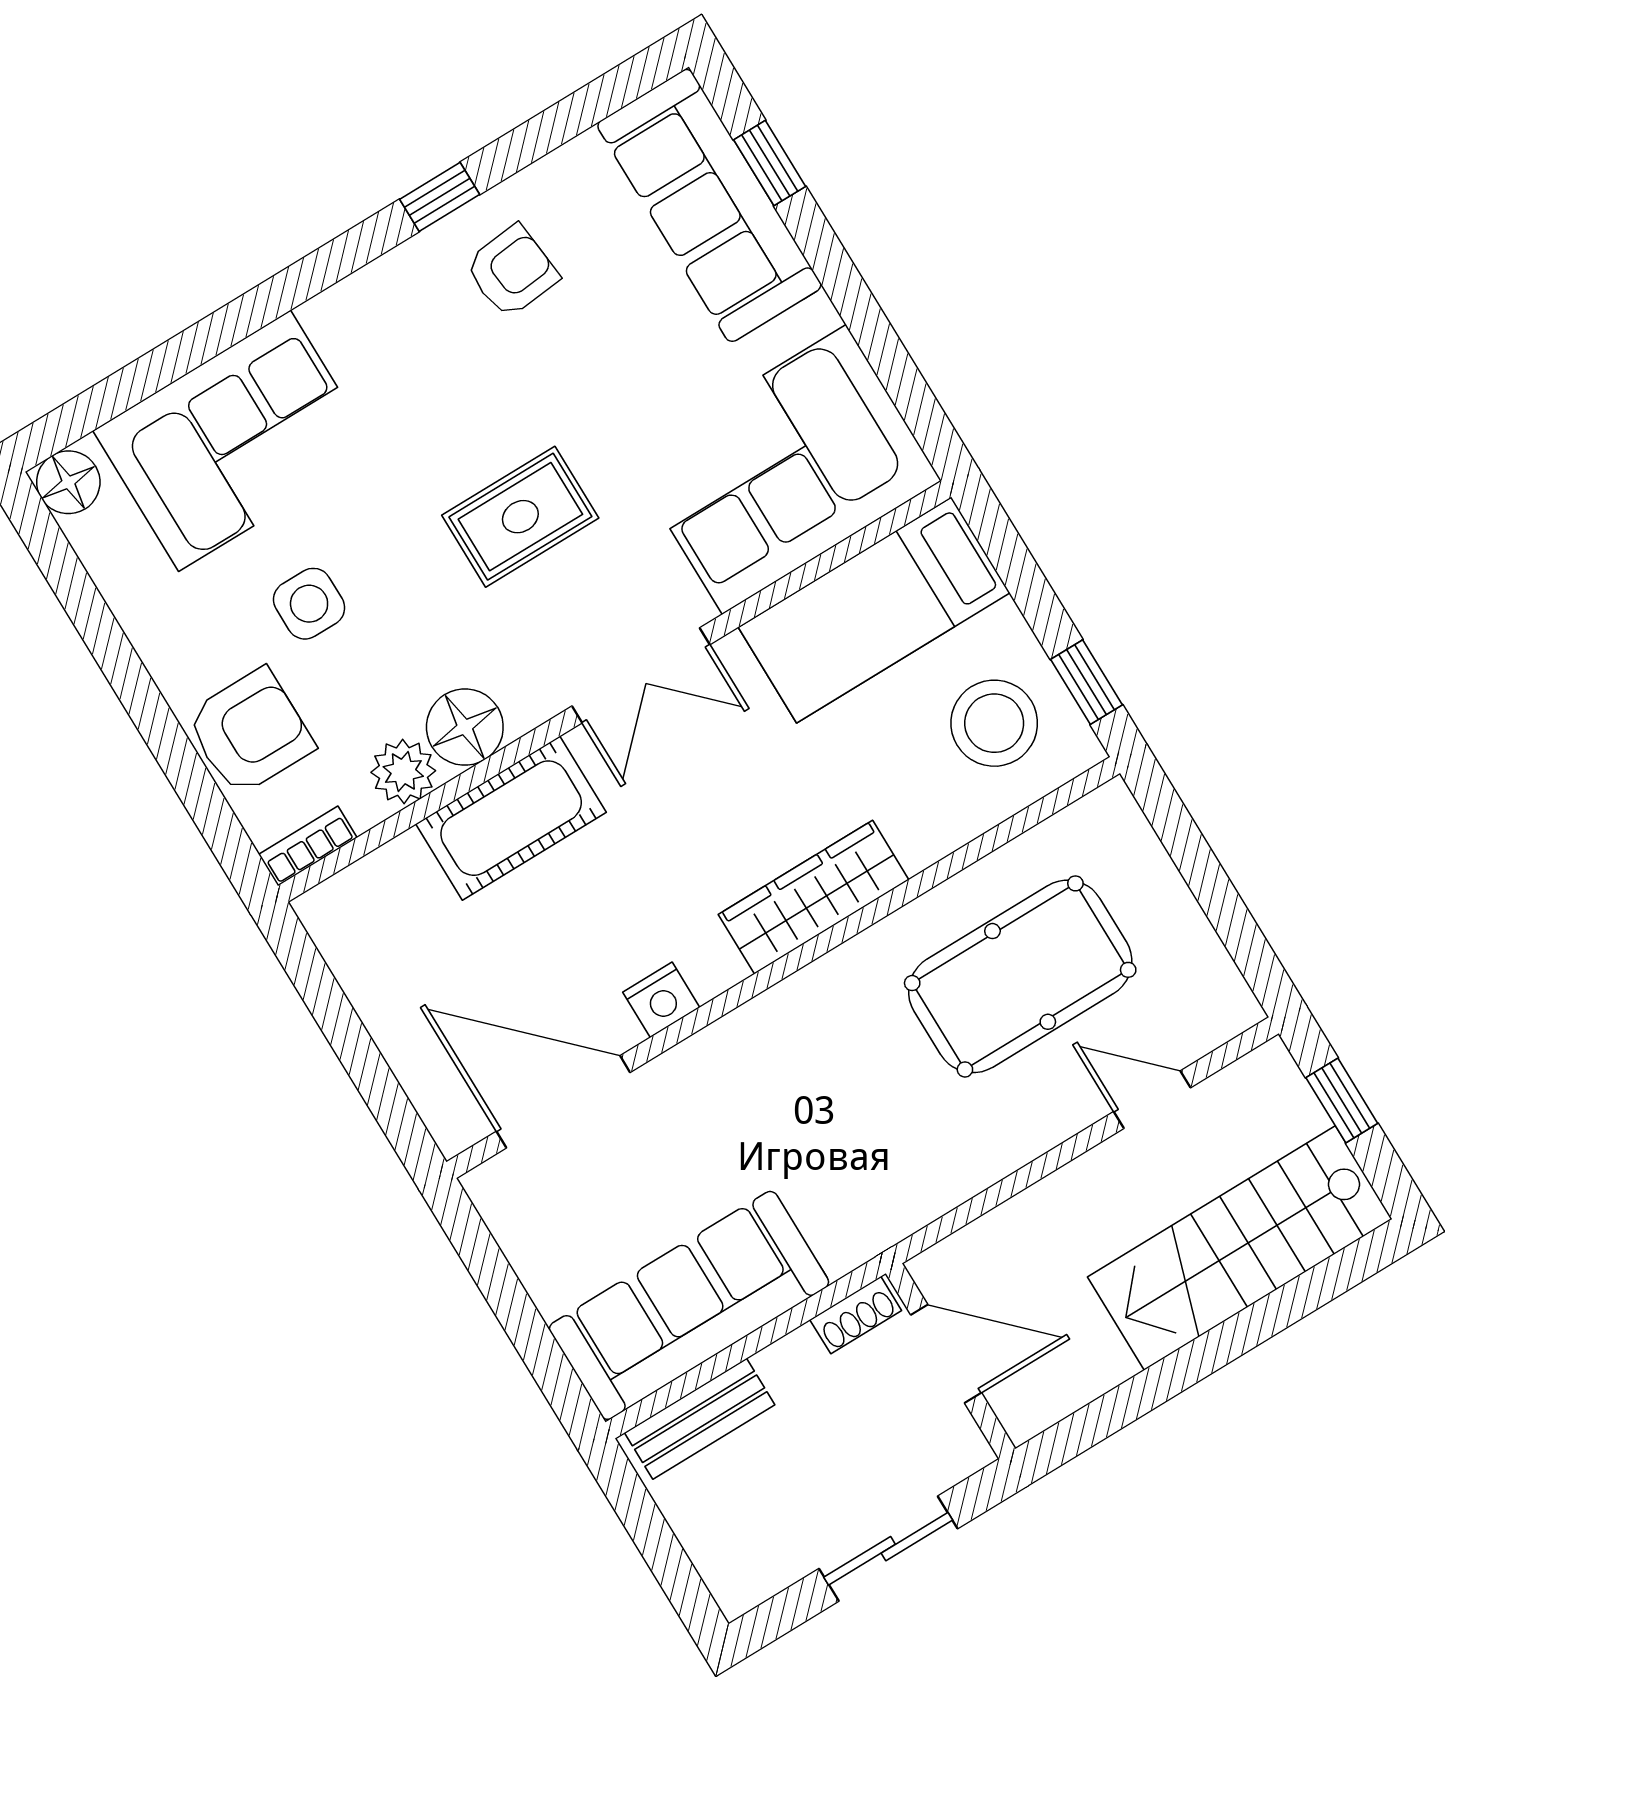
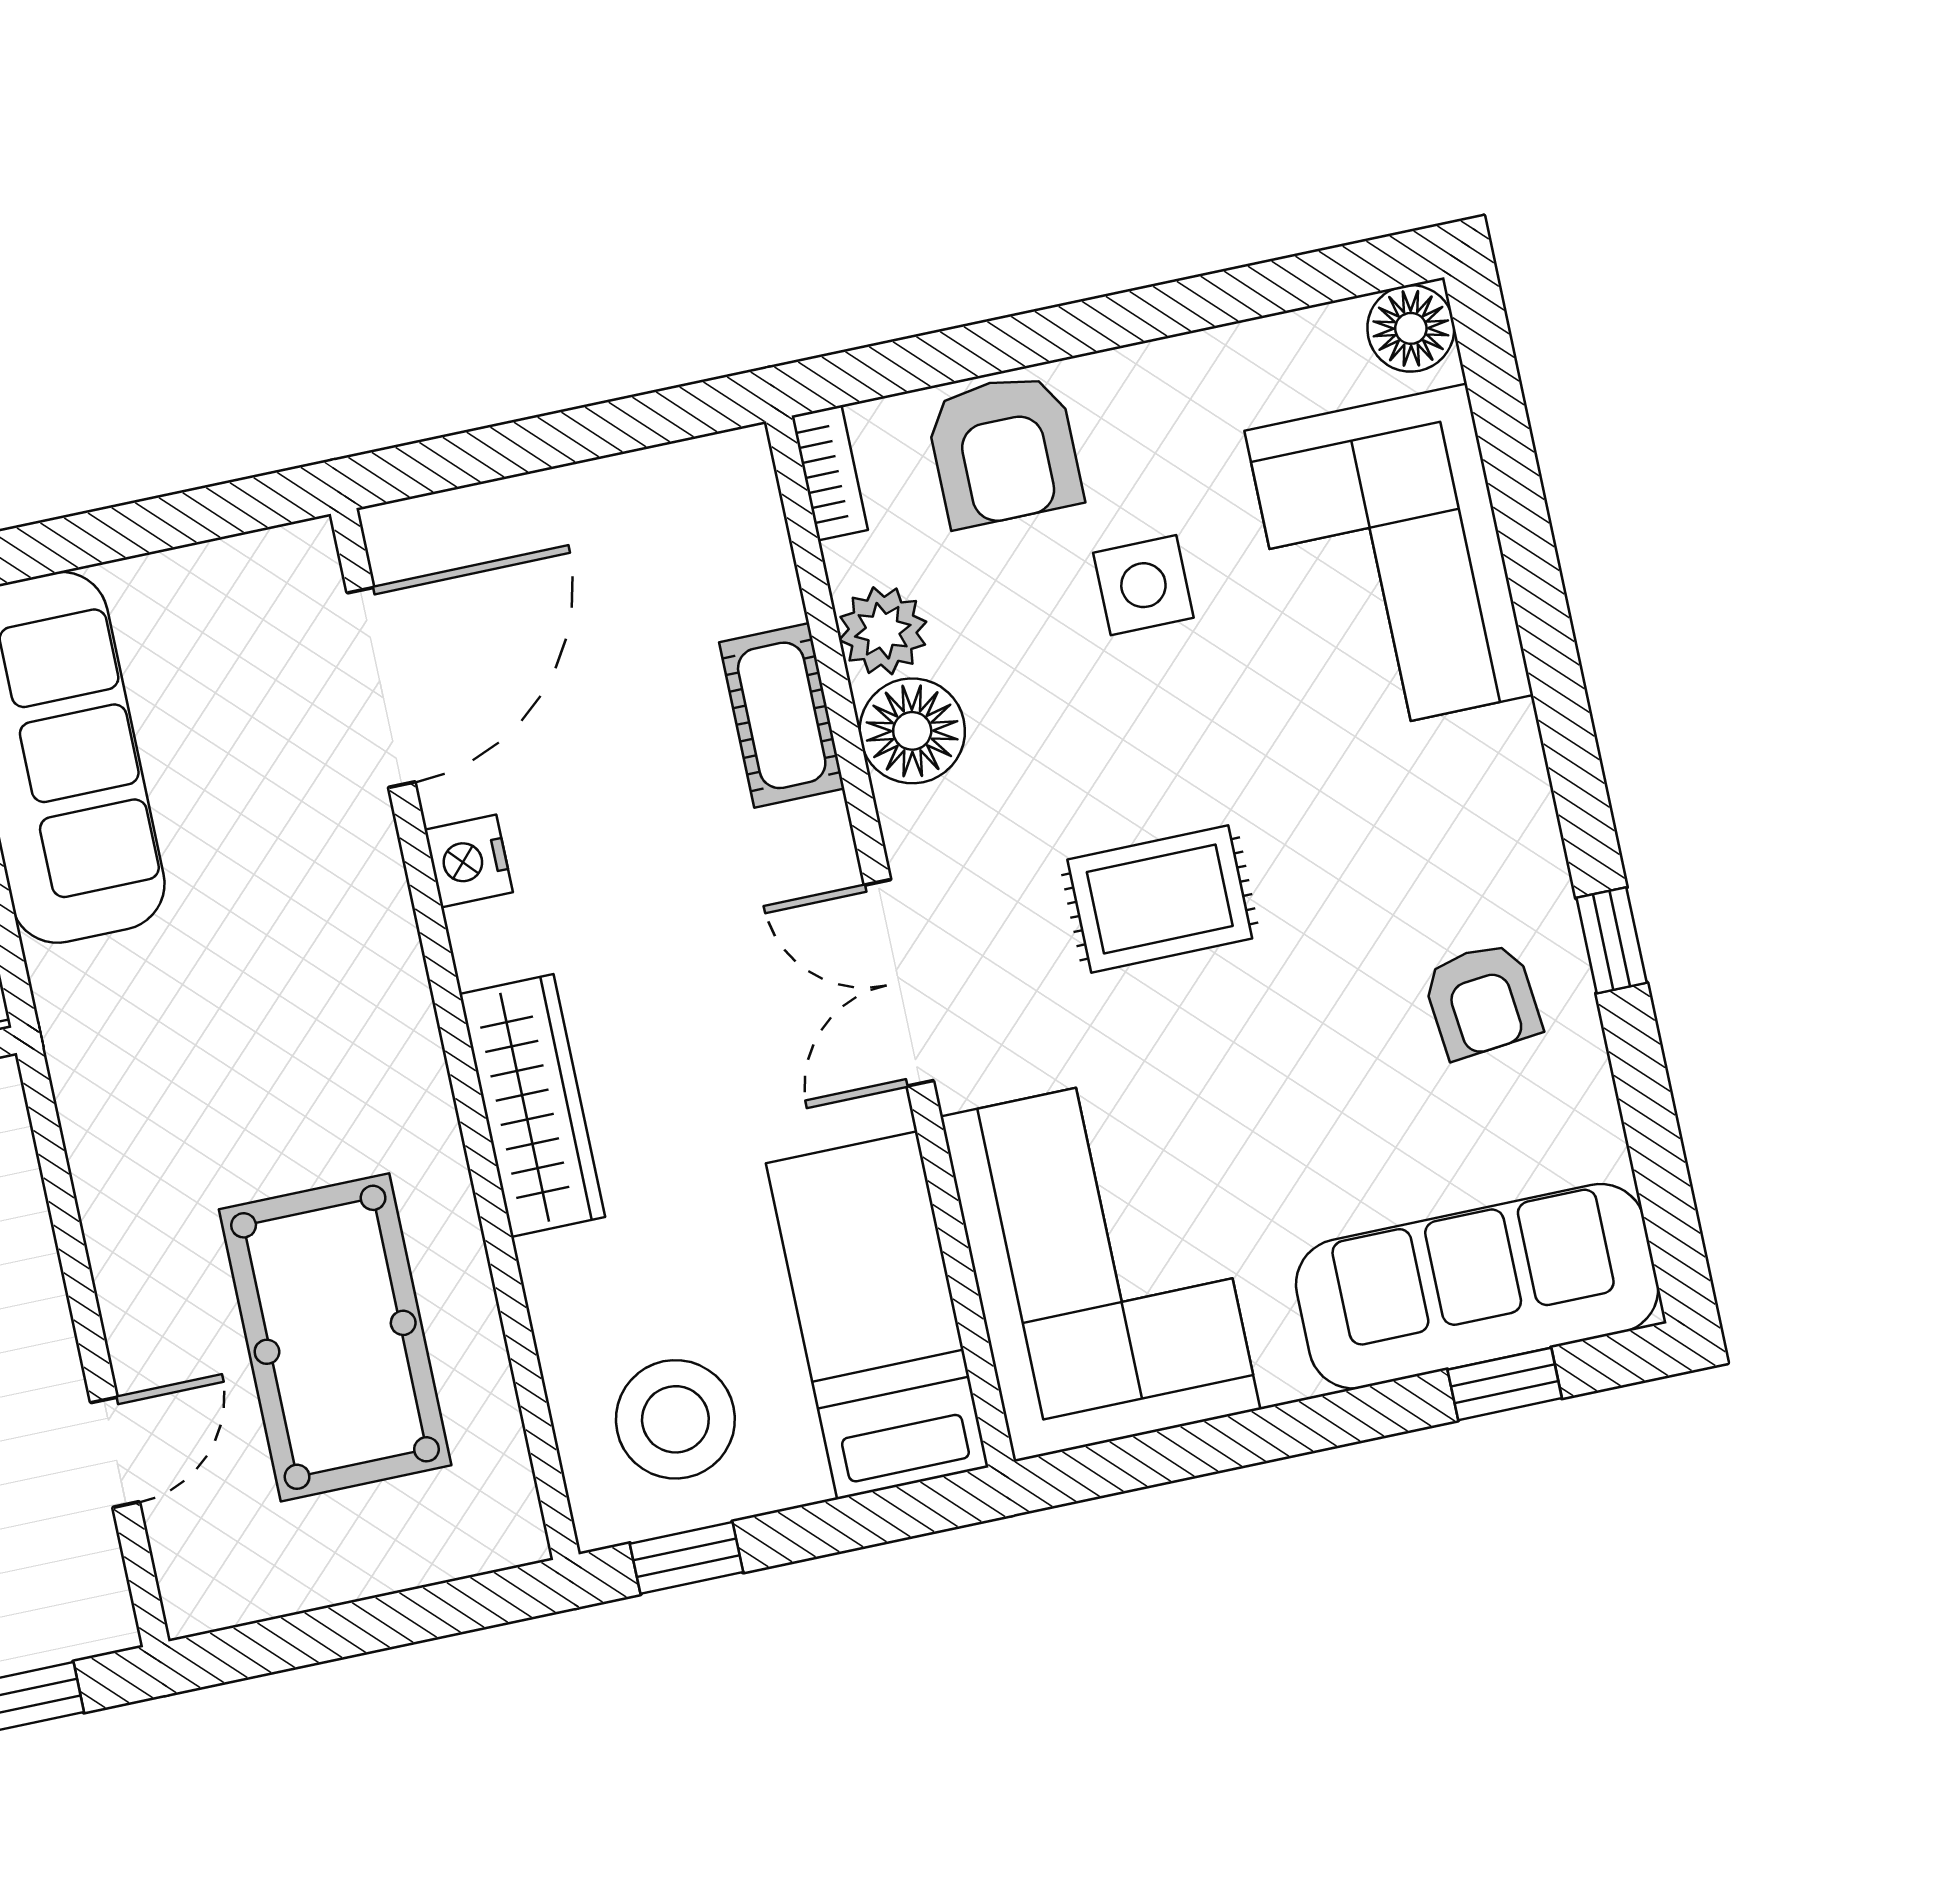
rug: (520, 517) -> (1160, 899), turned 90
cot: (511, 818) -> (782, 715), width x0.73, depth x0.75

